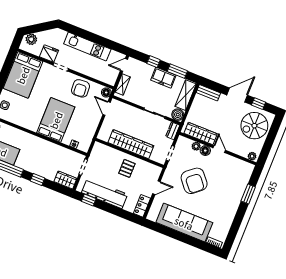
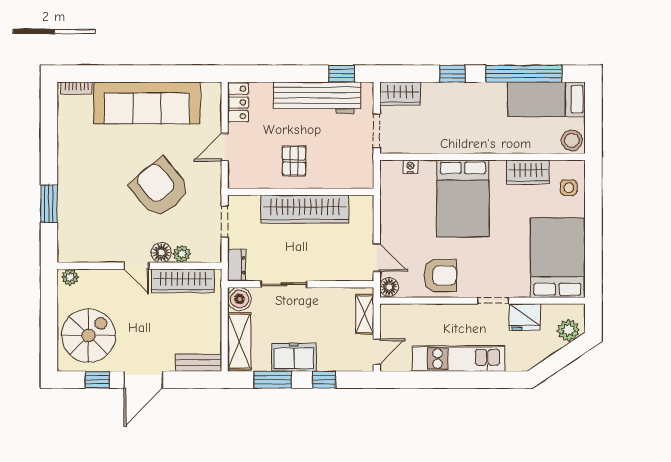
armchair: (81, 88) -> (440, 276), turned 94
wardrobe: (21, 120) -> (528, 172), added

